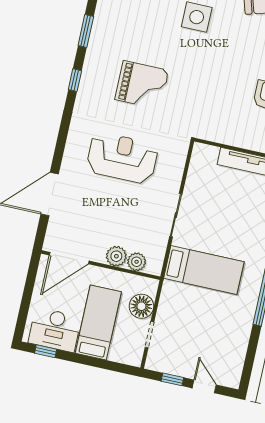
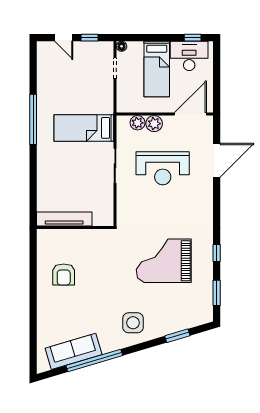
grand piano: (142, 85) -> (164, 261), width x1.37, depth x1.48
reception desk: (122, 158) -> (163, 168), moved
floor lamp: (141, 306) -> (122, 46), moved, width x0.53, depth x0.53

